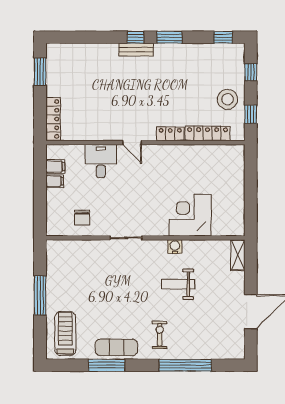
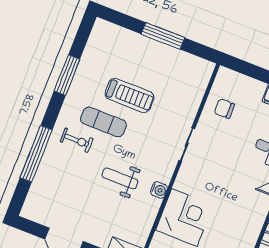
weight bench: (178, 284) -> (120, 178), turned -90
treadmill: (65, 334) -> (129, 95), moved
exercise mat: (116, 347) -> (103, 122), moved, turned 90

